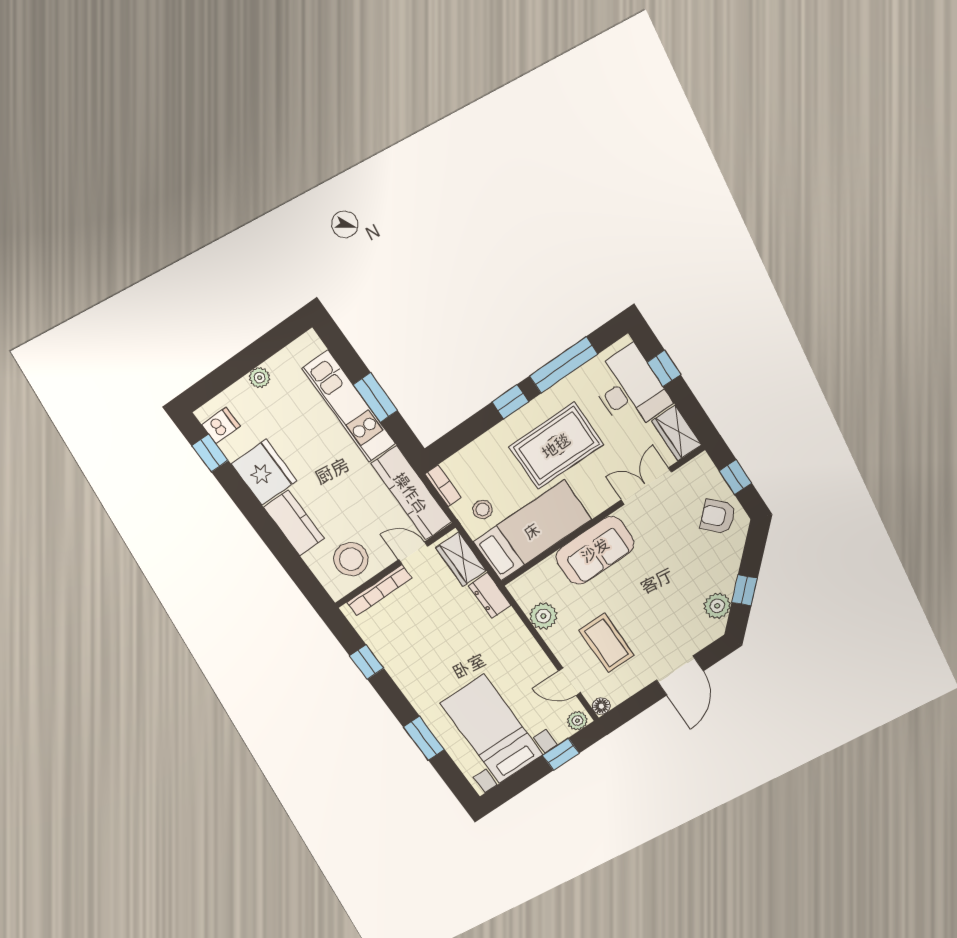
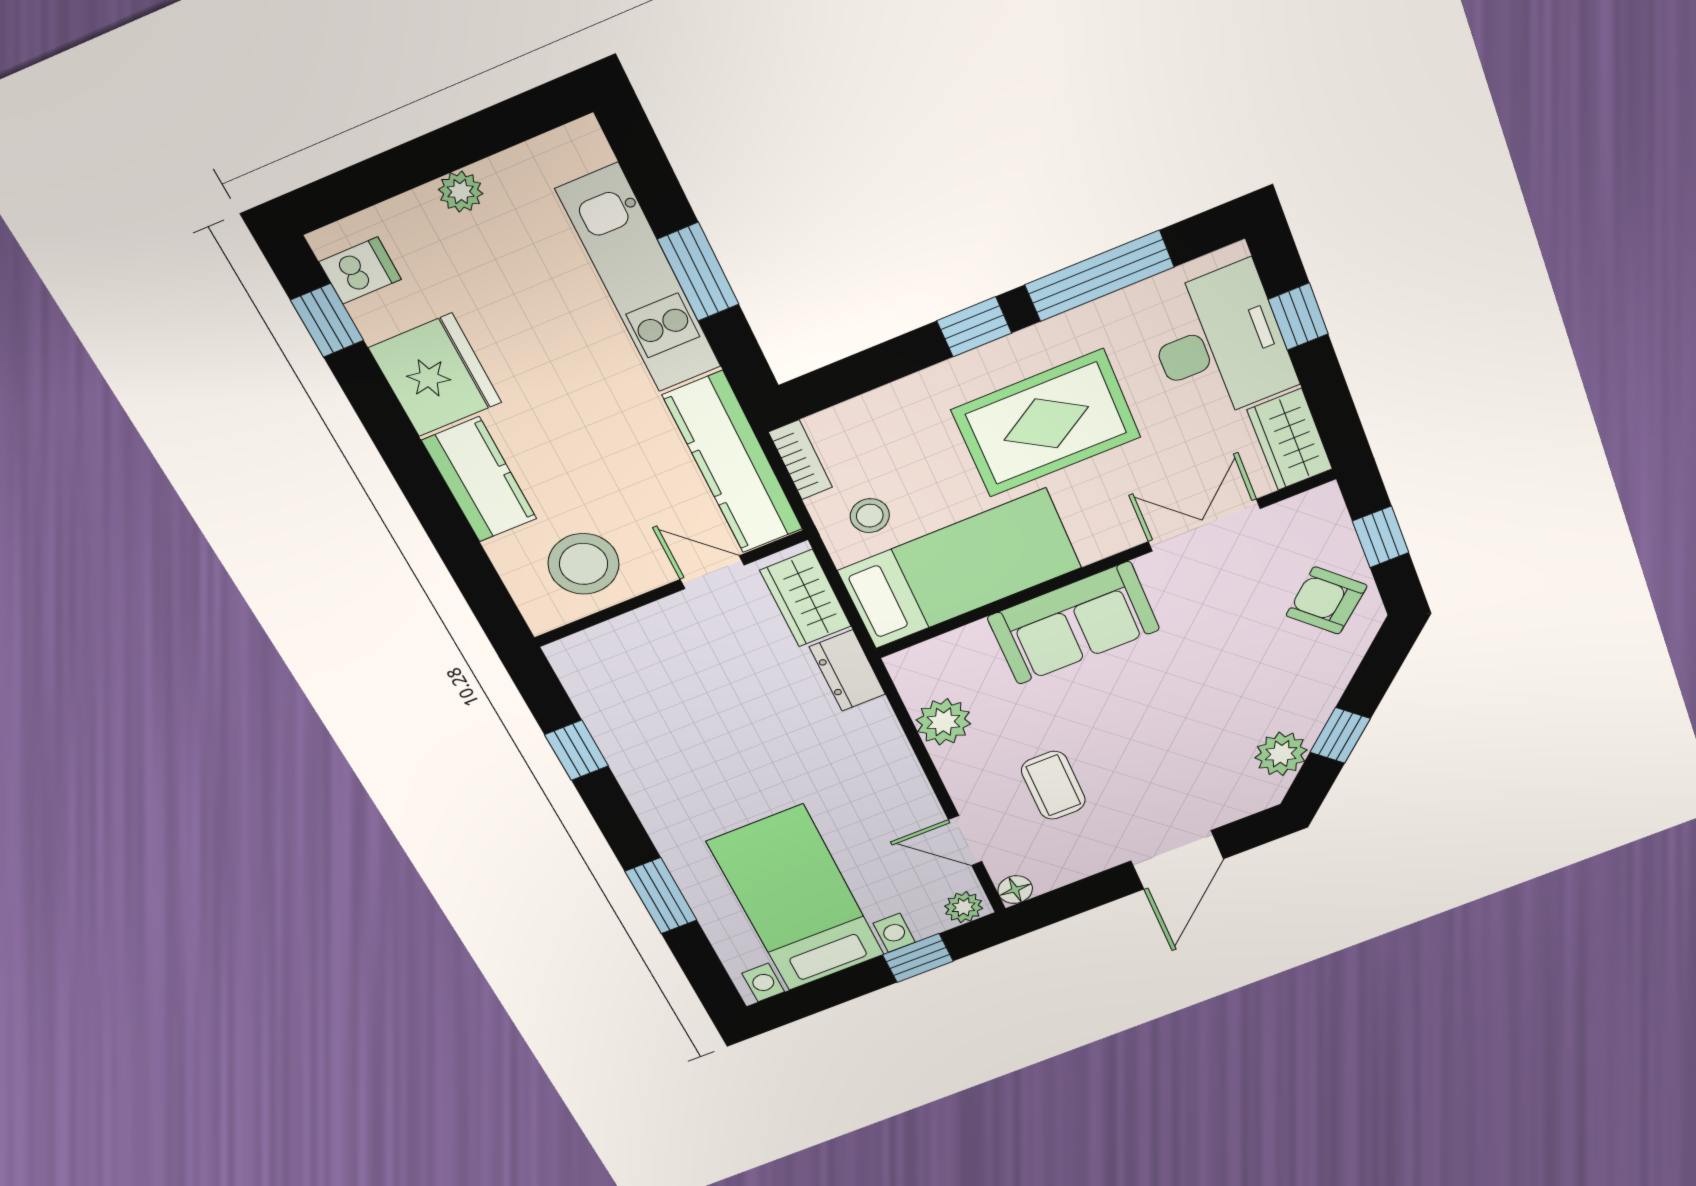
bookcase: (379, 590) -> (629, 628), removed
coffee table: (606, 643) -> (1053, 785), width x0.73, depth x0.77

